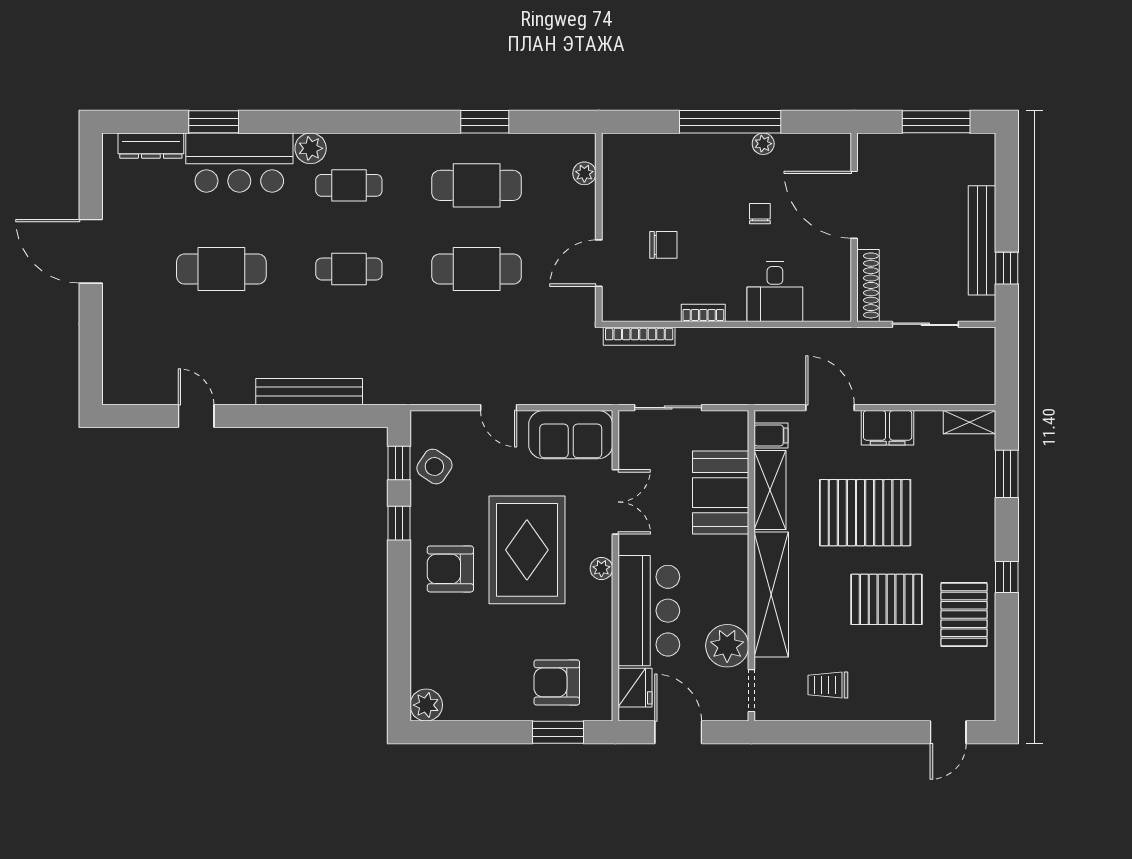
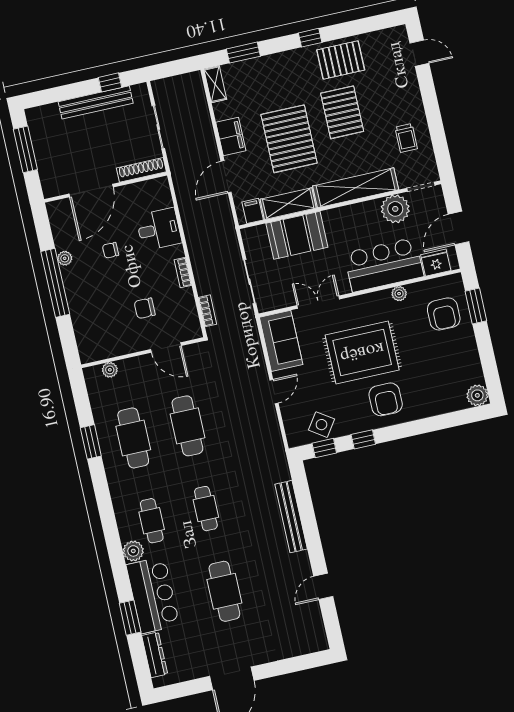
chair: (663, 245) -> (145, 308), turned -90
bookcase: (639, 336) -> (207, 311), width x0.64
plant: (601, 569) -> (399, 294), moved

